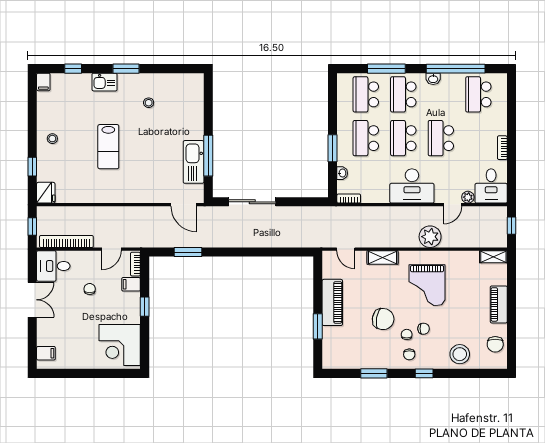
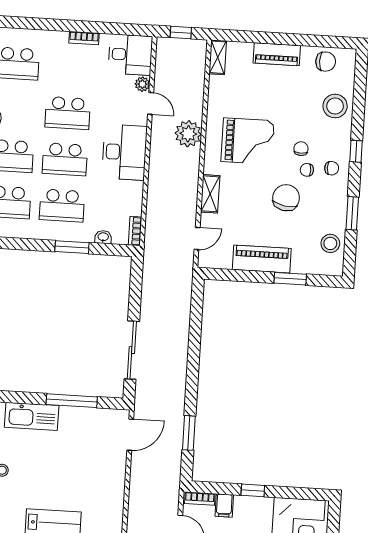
kitchen sink: (194, 162) -> (32, 416), moved
stool: (348, 357) -> (330, 243), added

